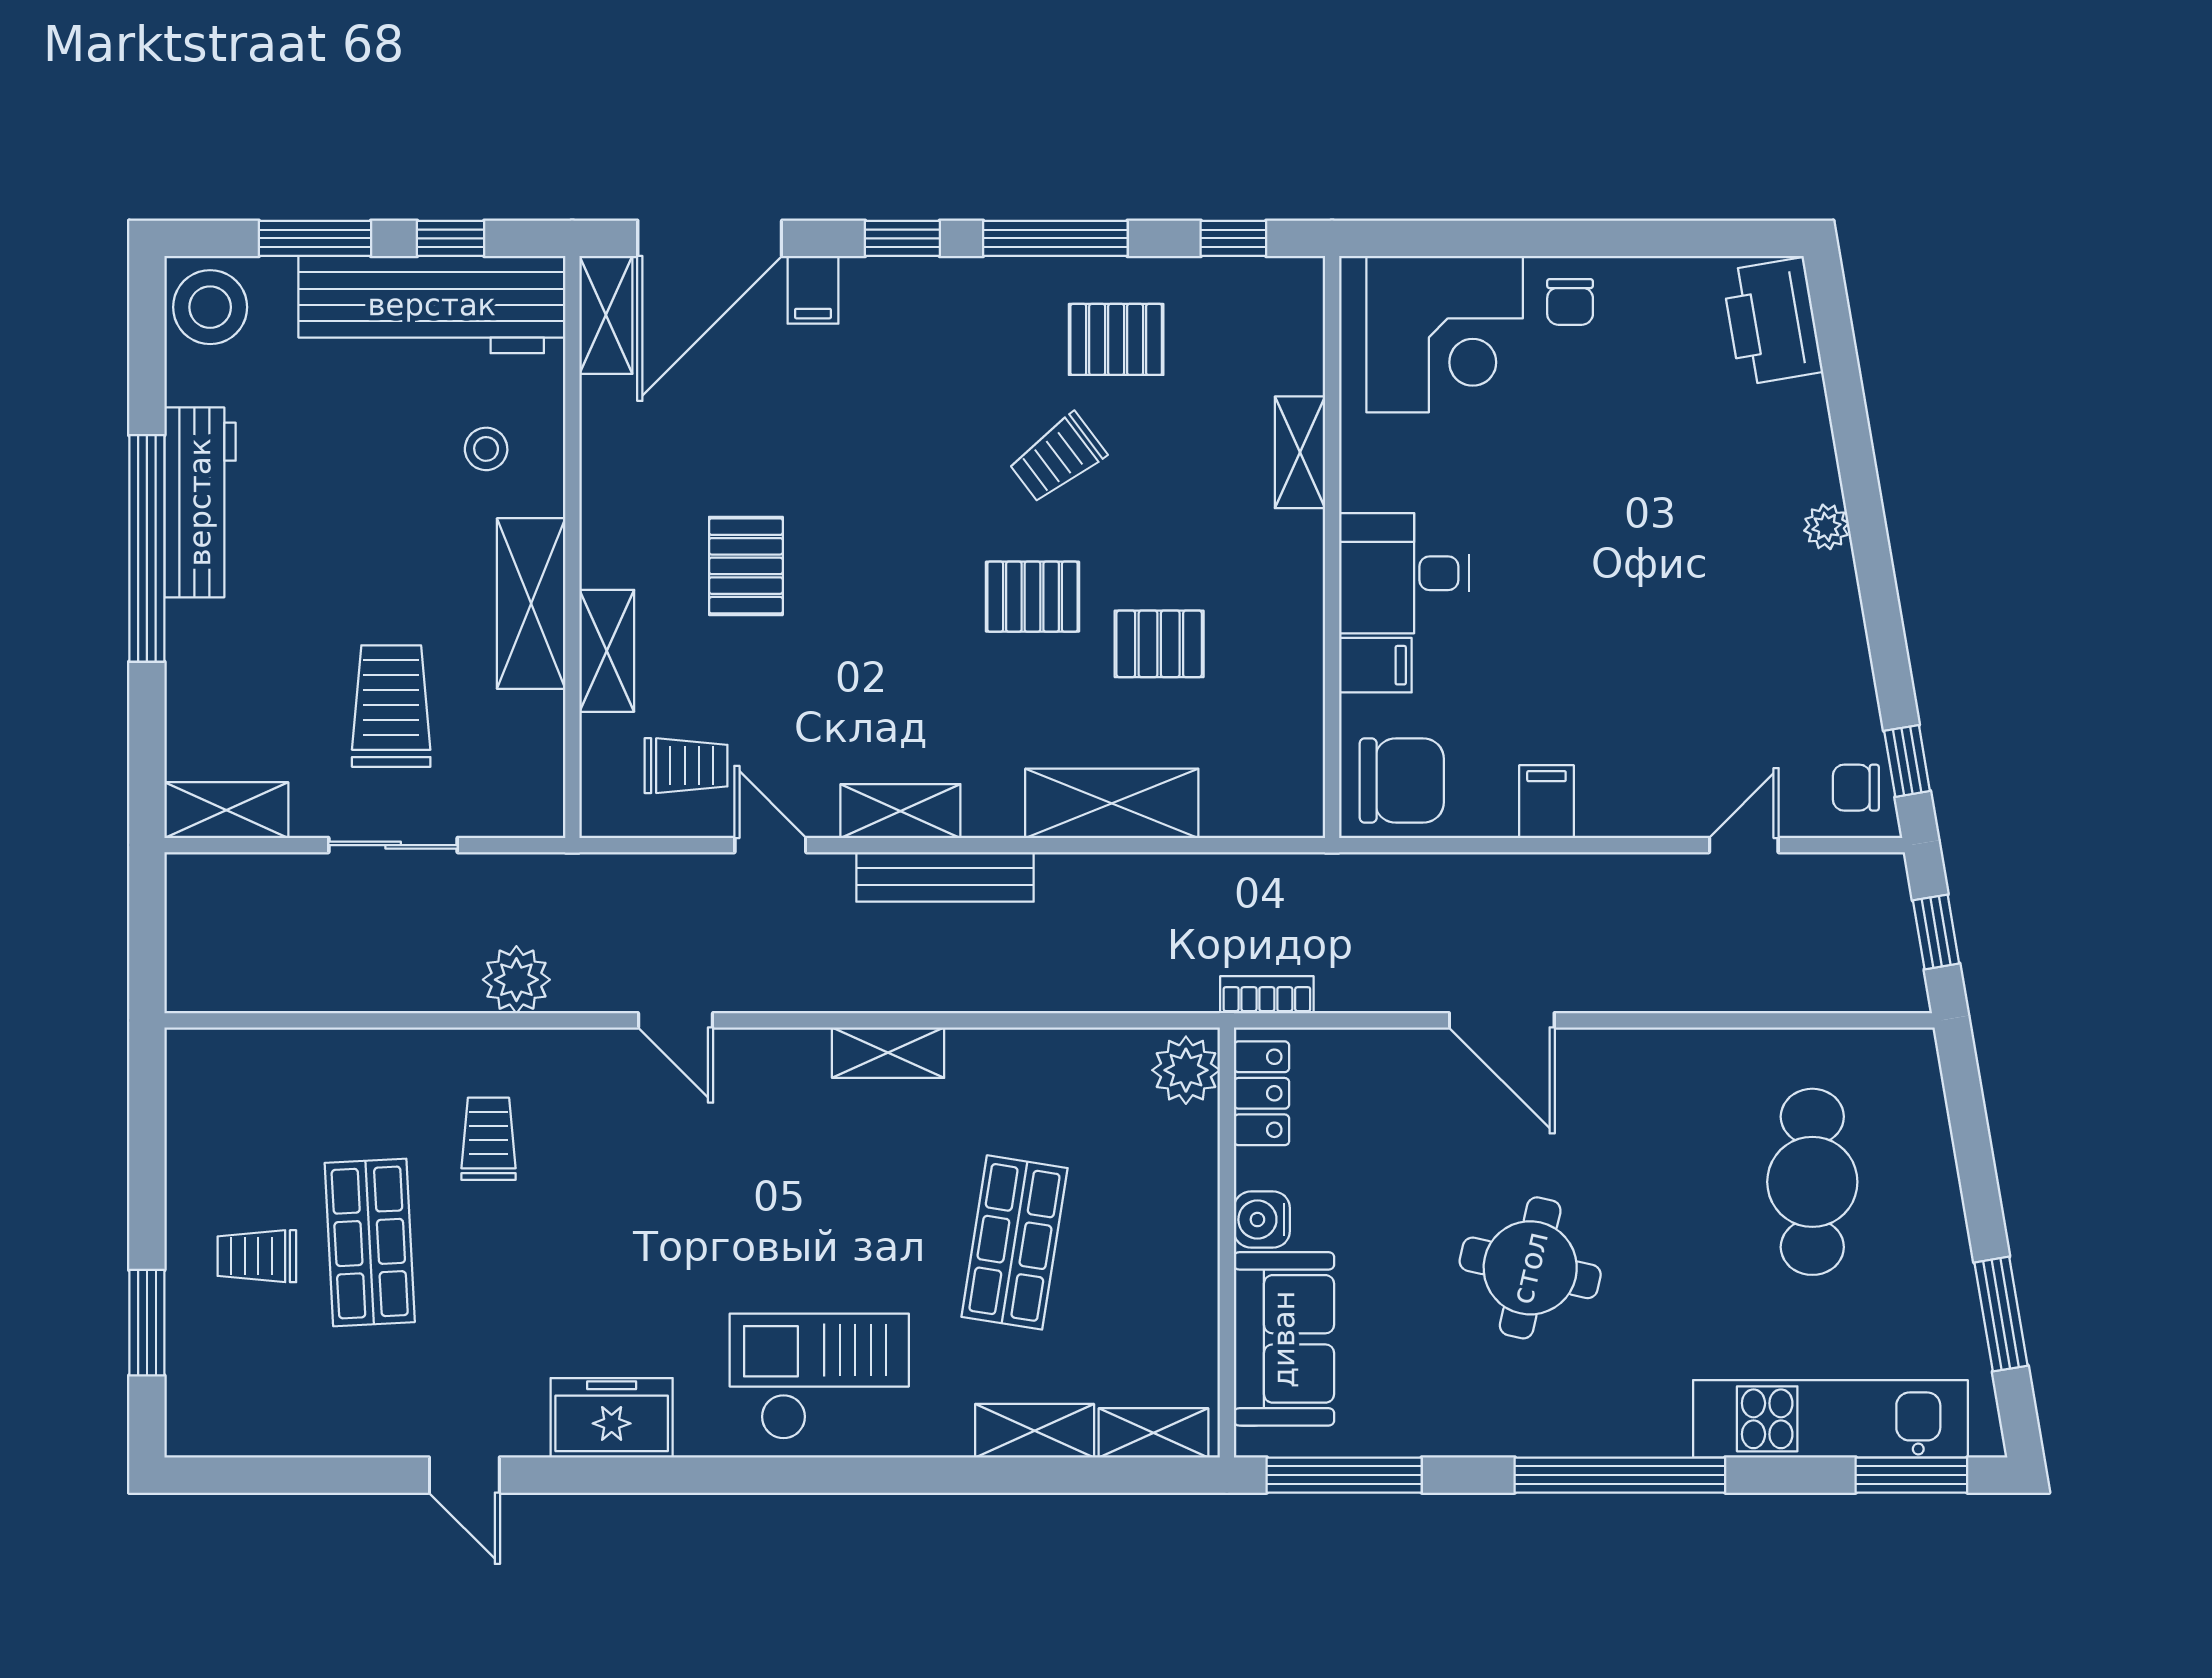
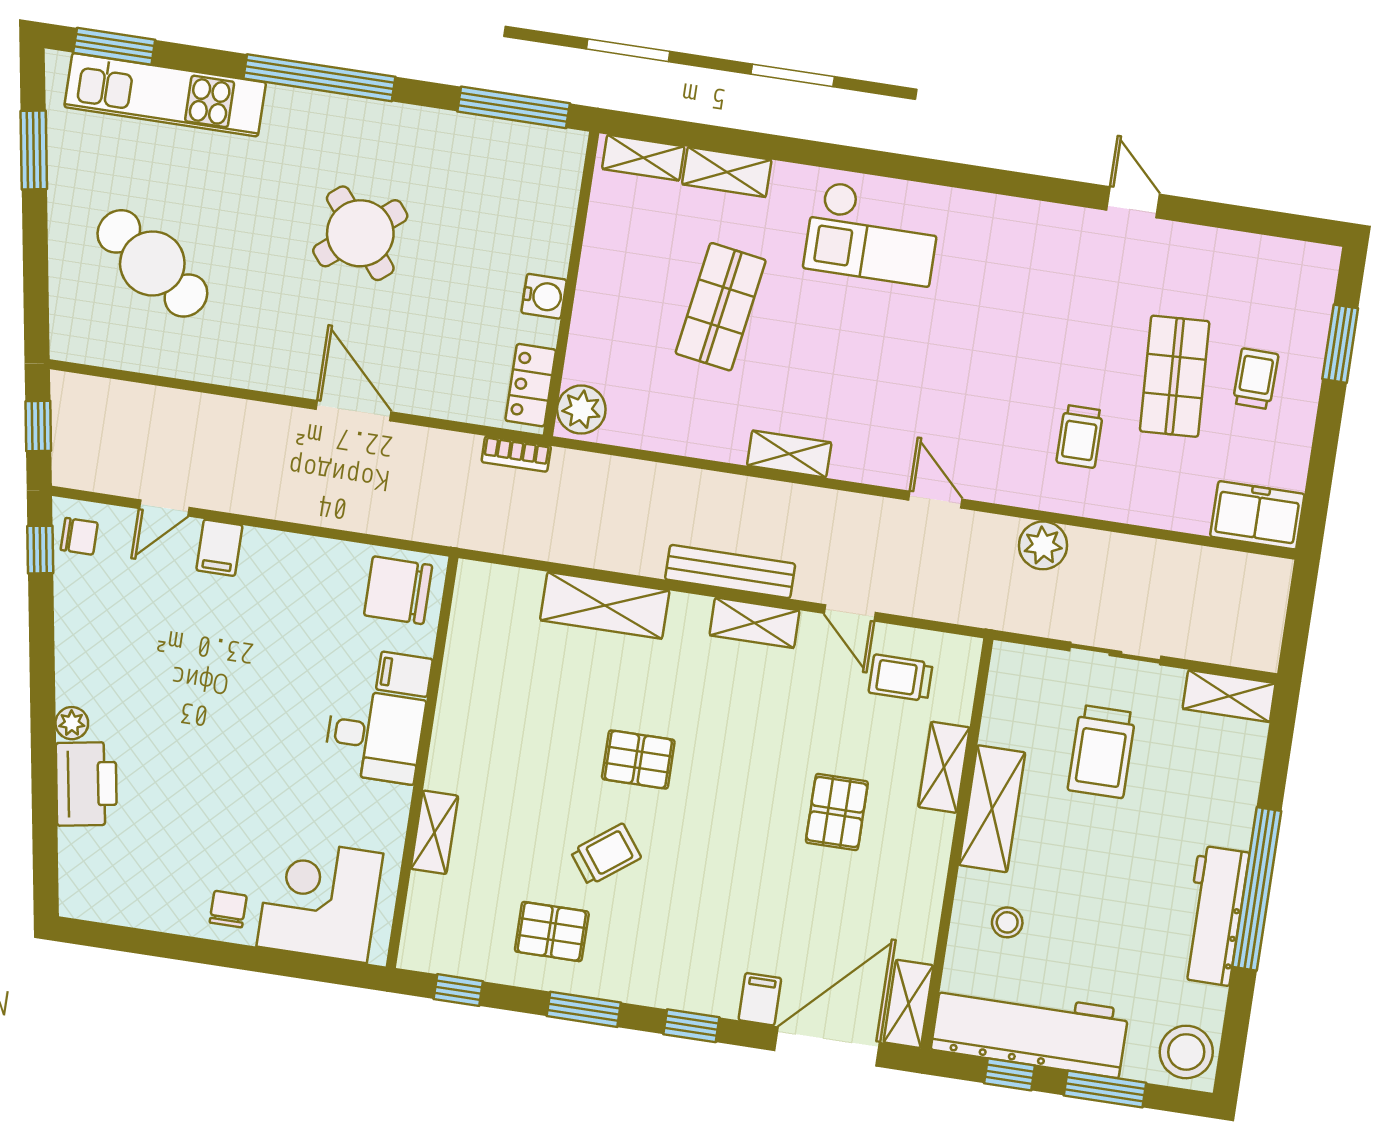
window: (1055, 238) -> (584, 1009), width x0.69
printer: (1772, 321) -> (86, 784), moved
pallet: (1159, 644) -> (554, 713), removed
filing cabinet: (1546, 802) -> (219, 548), moved
cafe table: (1812, 1182) -> (152, 263), turned -55
trolley: (257, 1256) -> (1256, 379), turned -89
round table: (1530, 1268) -> (360, 233), turned 38
sofa: (1284, 1339) -> (541, 210), removed
freezer: (612, 1418) -> (1257, 515), moved, turned 180

